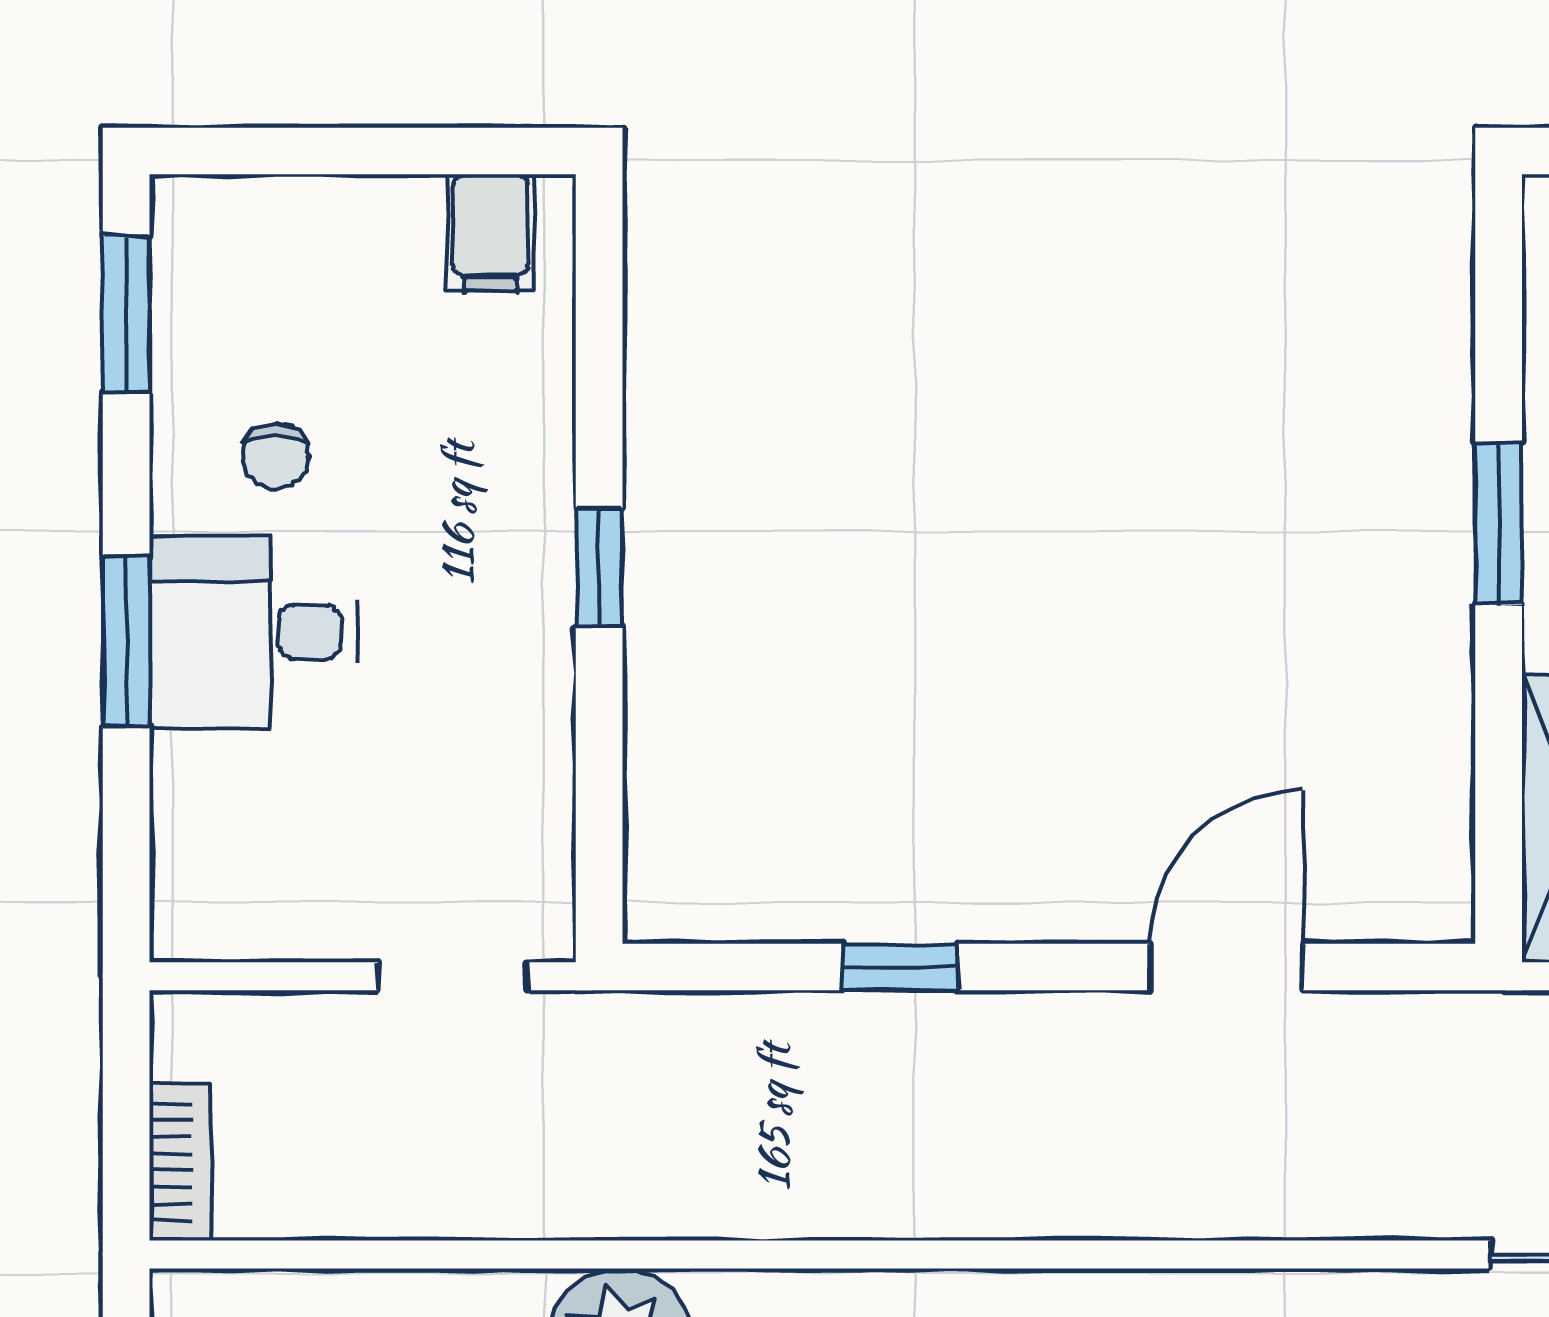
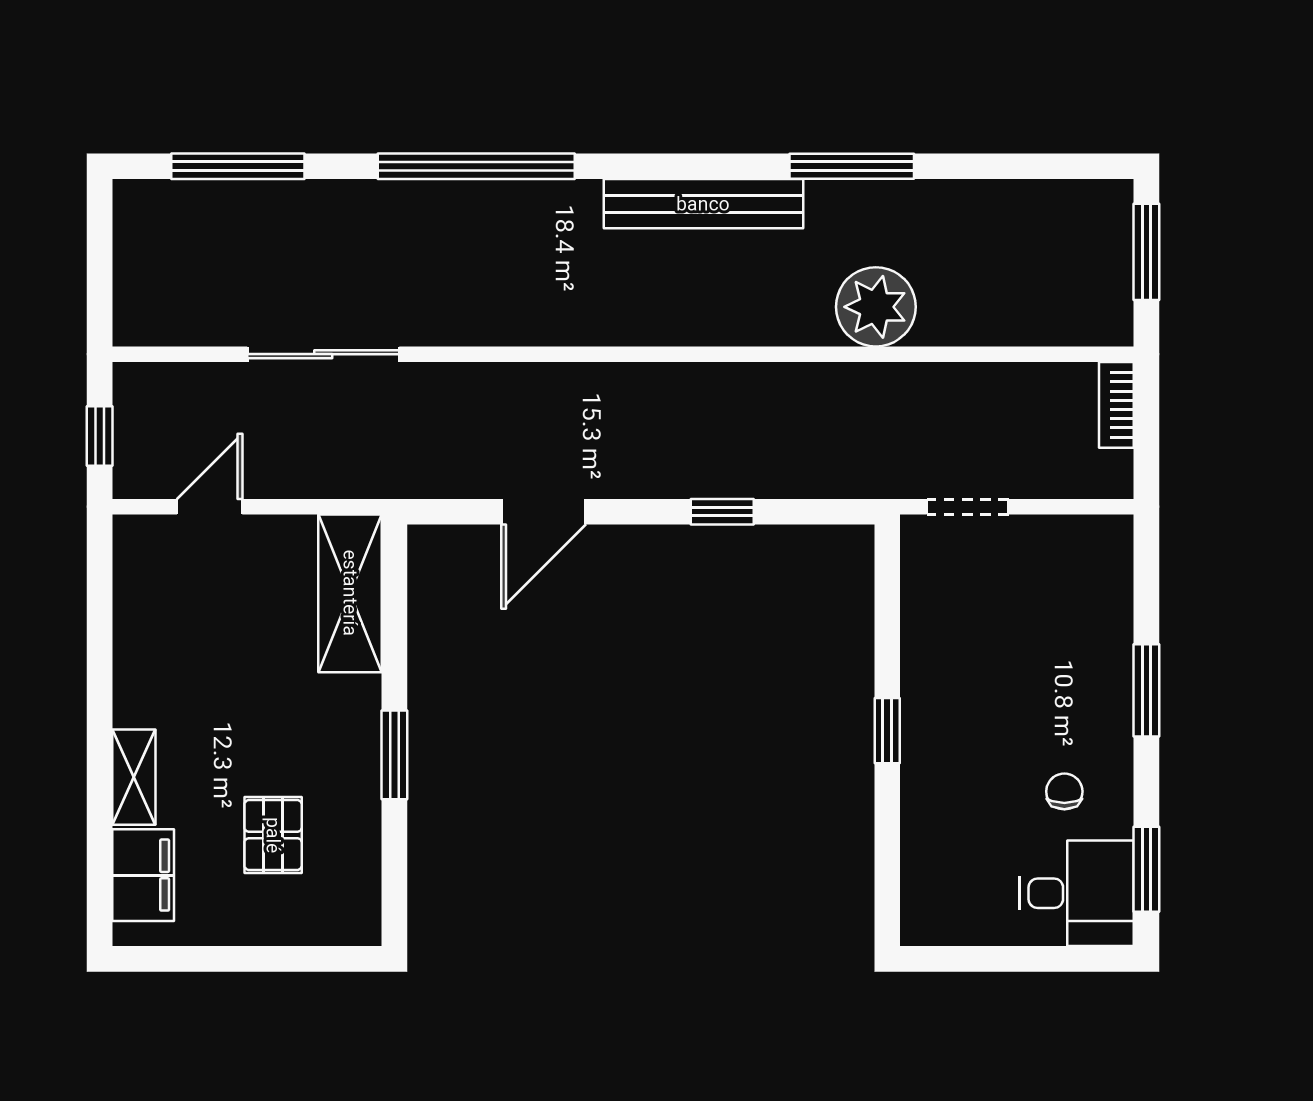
filing cabinet: (491, 233) -> (947, 914), removed
desk: (253, 632) -> (1077, 893), moved

